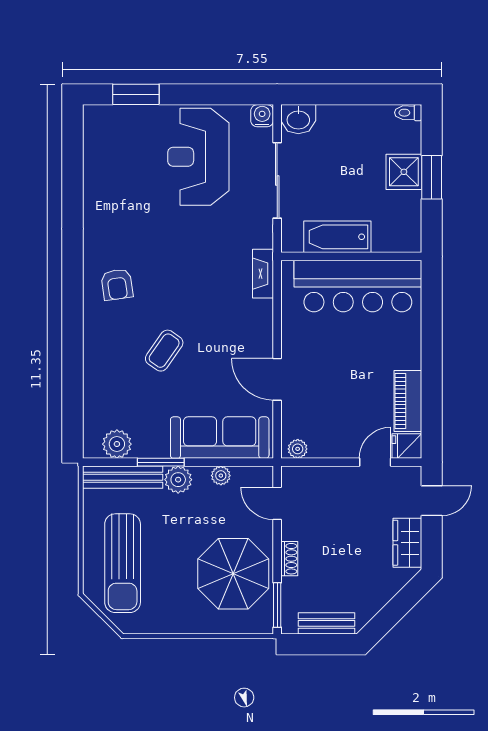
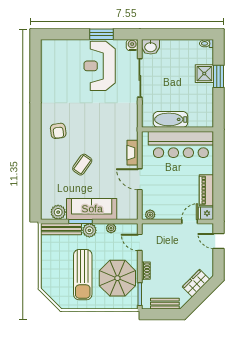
window: (136, 94) -> (102, 34), moved
bathtub: (337, 237) -> (170, 119), moved
wall: (351, 256) -> (178, 129), moved
fireplace: (263, 274) -> (133, 153), moved
bar counter: (358, 286) -> (181, 145), moved
sofa: (220, 438) -> (92, 209), moved
door: (432, 501) -> (218, 241), swing flipped
wardrobe: (407, 543) -> (196, 283), moved, turned 45
sun lounger: (123, 563) -> (83, 275), moved

